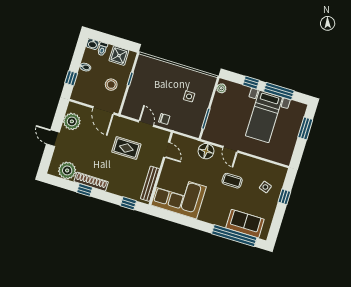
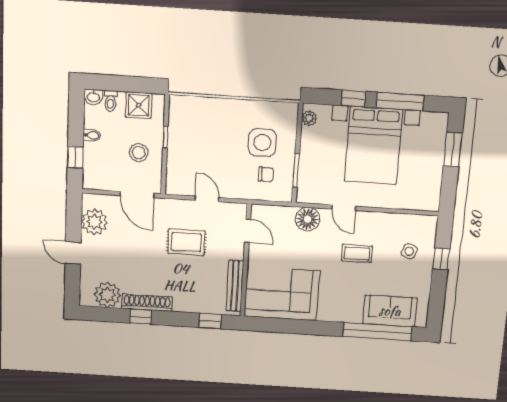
side table: (189, 96) -> (262, 143), width x1.87, depth x1.87
bed with nightstands: (264, 117) -> (373, 146), width x1.36
chair: (164, 119) -> (266, 174), moved

